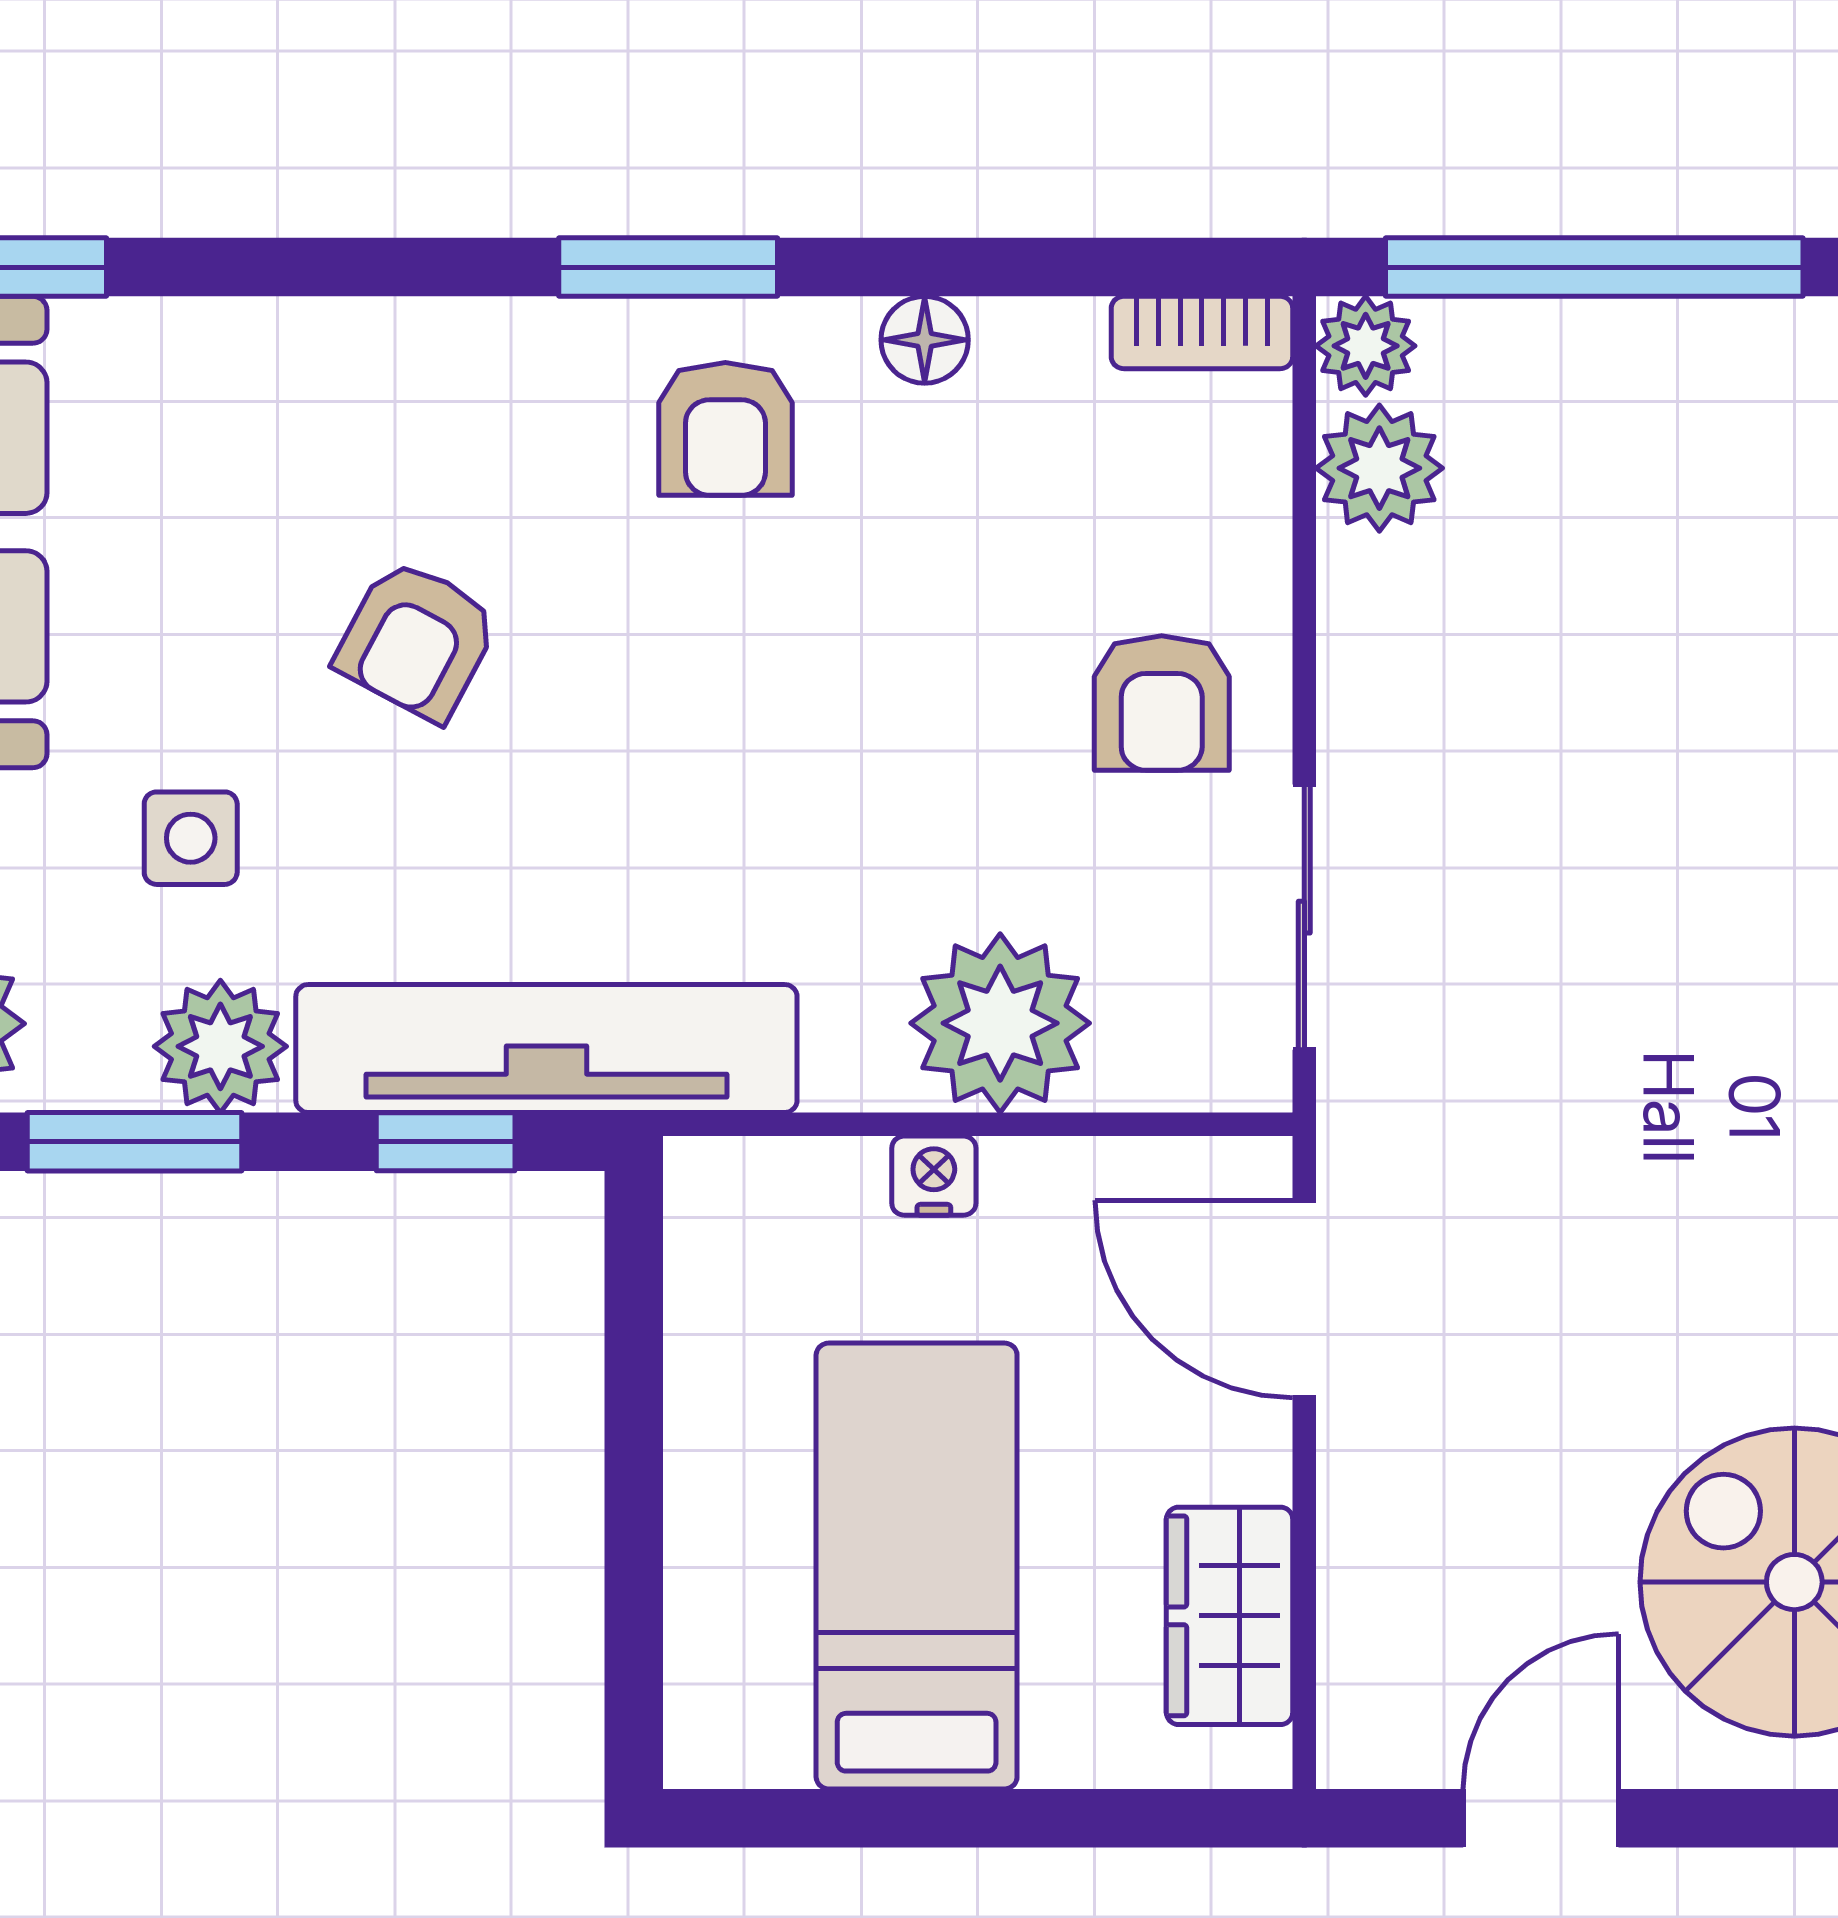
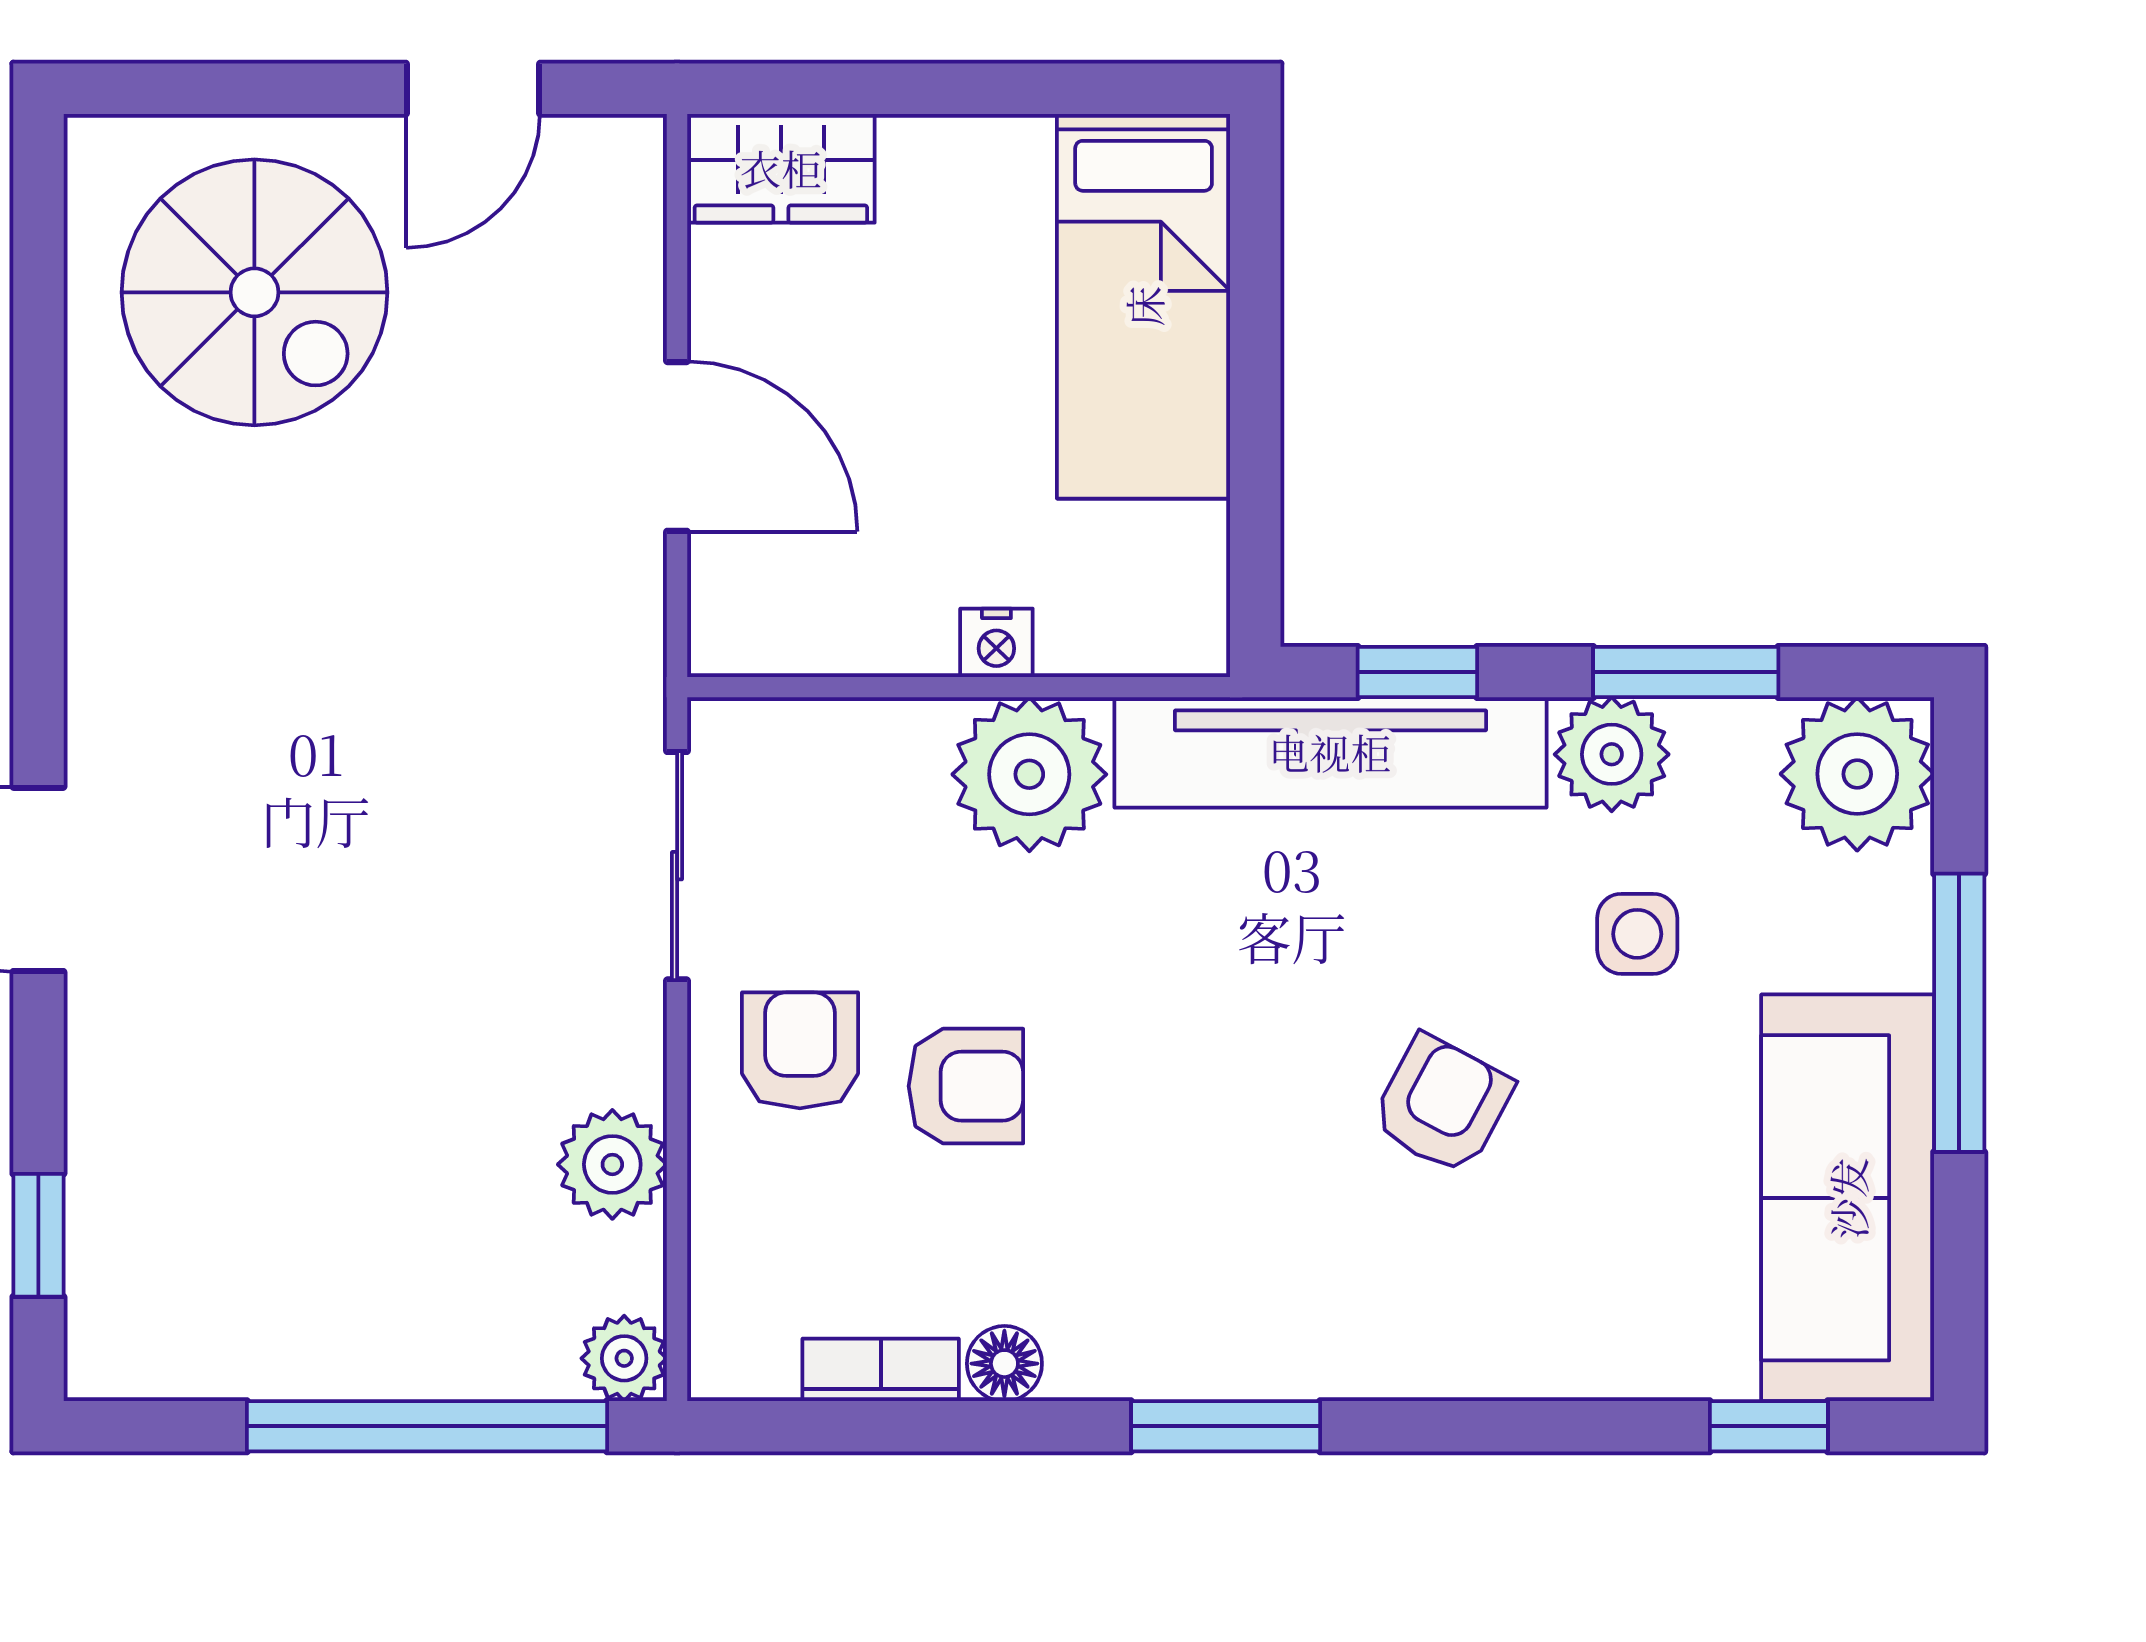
bookcase: (1202, 332) -> (881, 1370), moved
armchair: (725, 429) -> (966, 1086), moved, turned 90
plant: (1379, 468) -> (612, 1164), moved
plant: (1000, 1023) -> (1029, 774), moved
door: (1304, 1299) -> (677, 446), moved
bed: (917, 1566) -> (1144, 306), moved
wardrobe: (1230, 1616) -> (781, 168), moved, turned 90

